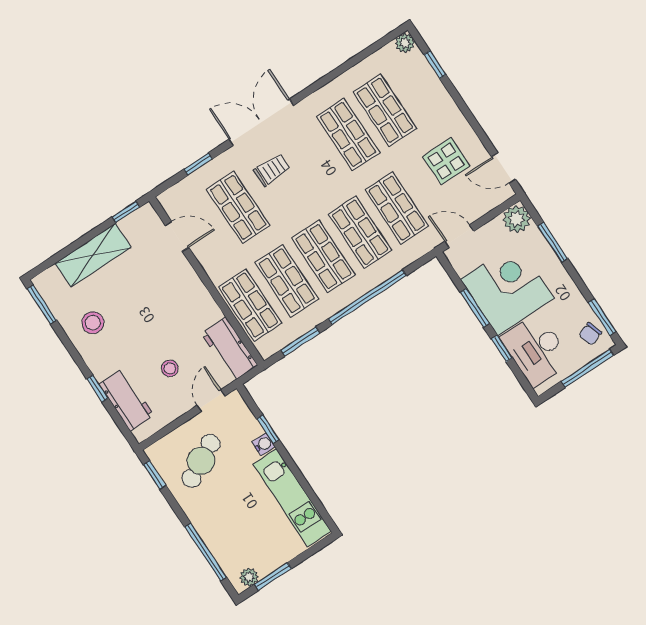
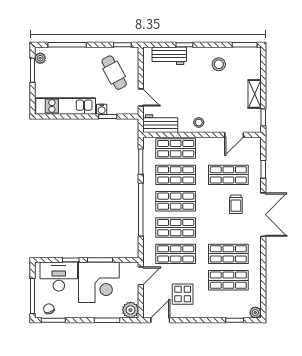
shelving: (93, 255) -> (255, 94), width x0.67, depth x0.75
stool: (170, 368) -> (199, 122), moved

